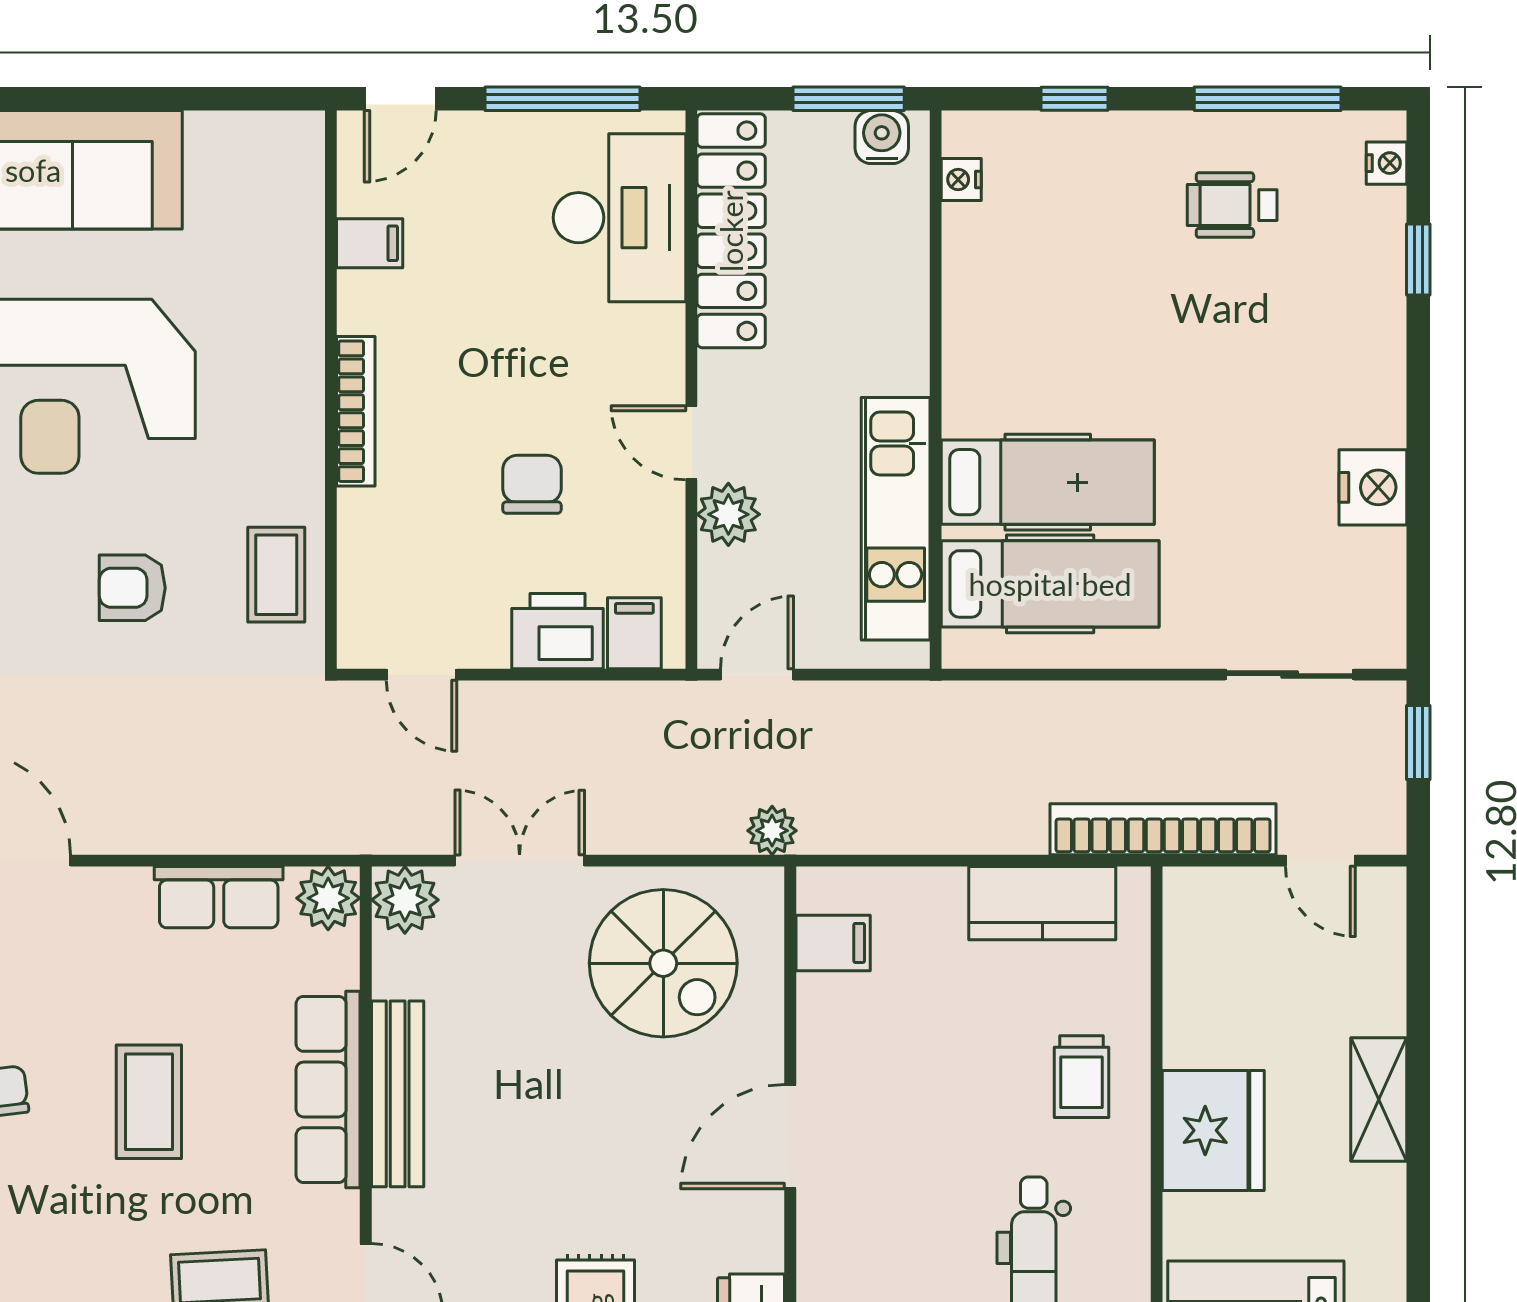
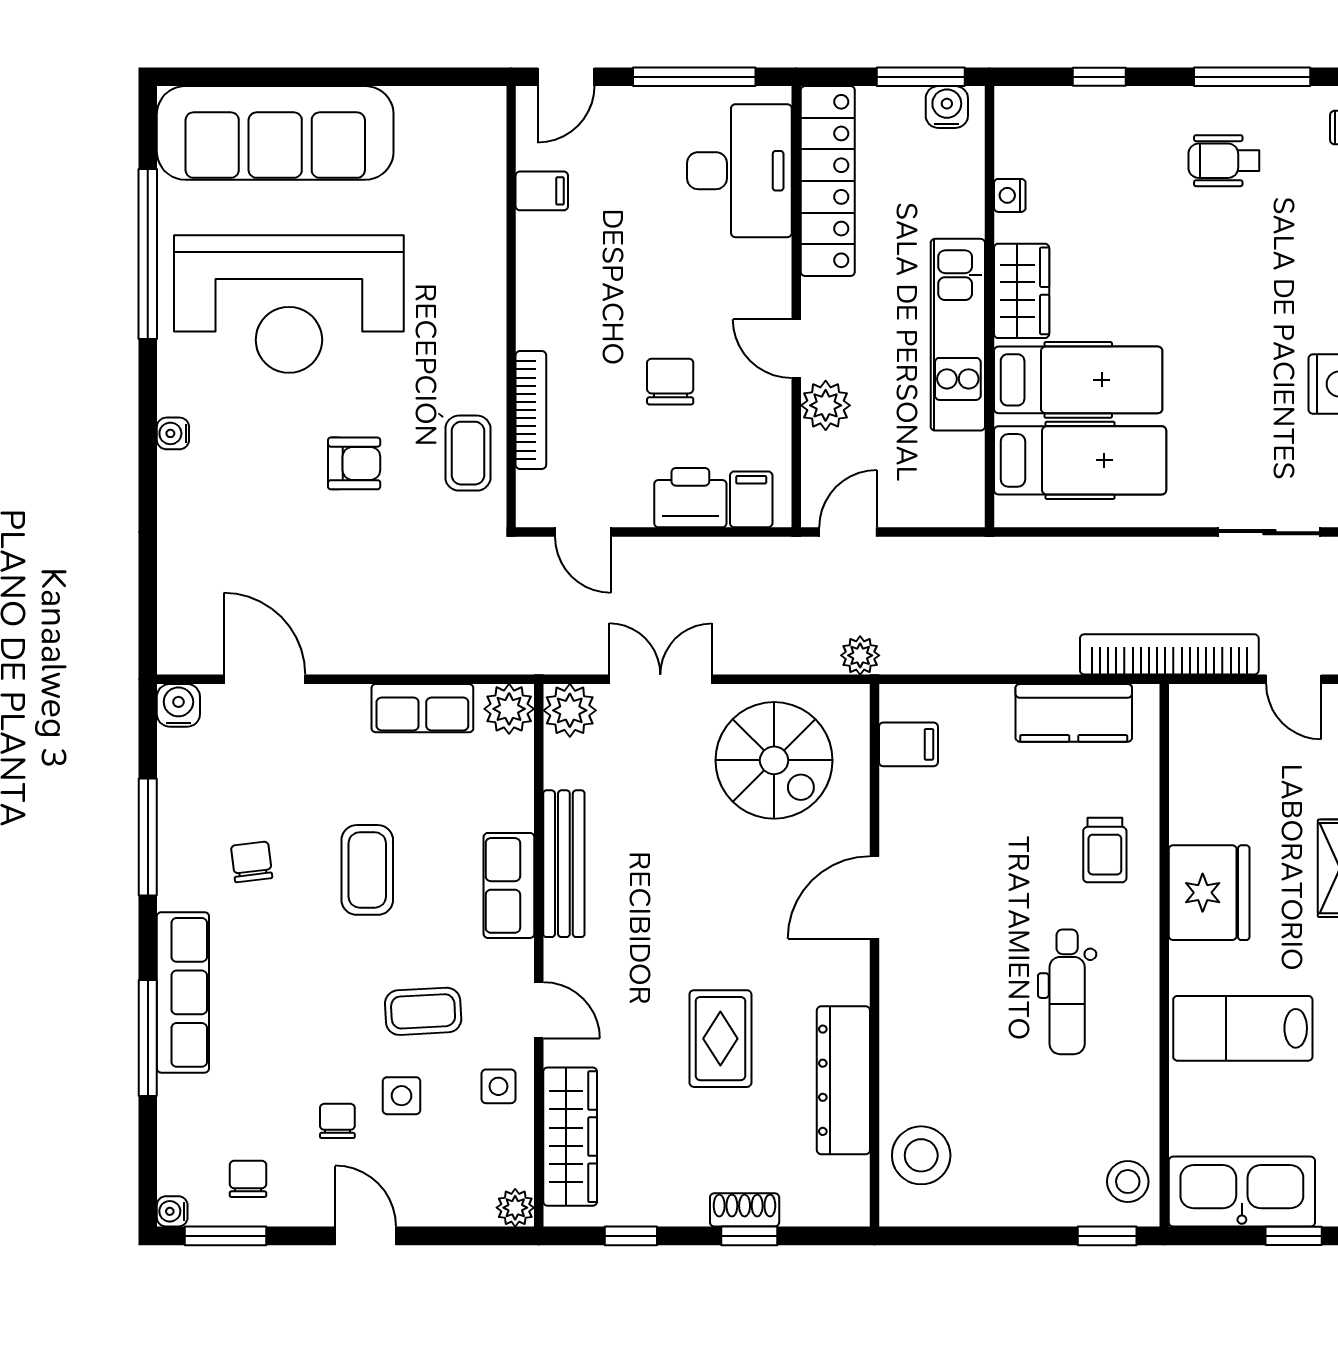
nightstand: (961, 180) -> (1010, 195), moved
wardrobe: (976, 370) -> (1022, 291), added
bookcase: (356, 411) -> (531, 410), moved
kitchen unit: (896, 519) -> (958, 335), moved
armchair: (132, 588) -> (354, 463), turned 180
row of seats: (328, 1089) -> (509, 885), width x0.68

